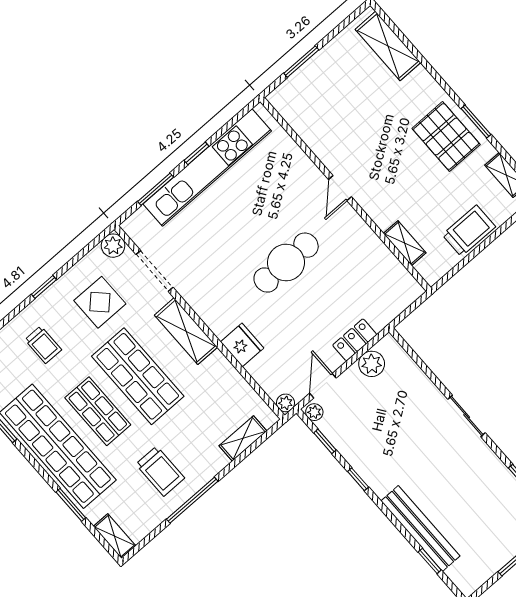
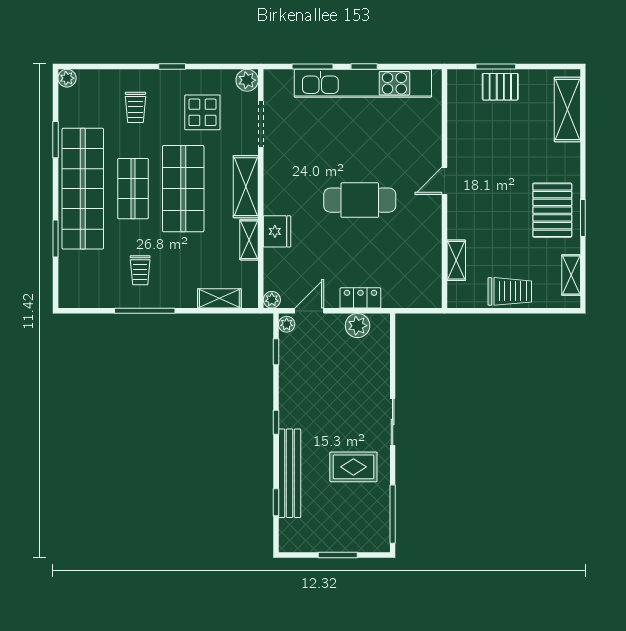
pallet: (319, 75) -> (500, 87), added
trolley: (160, 471) -> (140, 270), width x0.73, depth x0.72
window: (358, 479) -> (276, 422), moved
rug: (467, 479) -> (353, 467), added
shelving: (115, 536) -> (249, 240), moved

